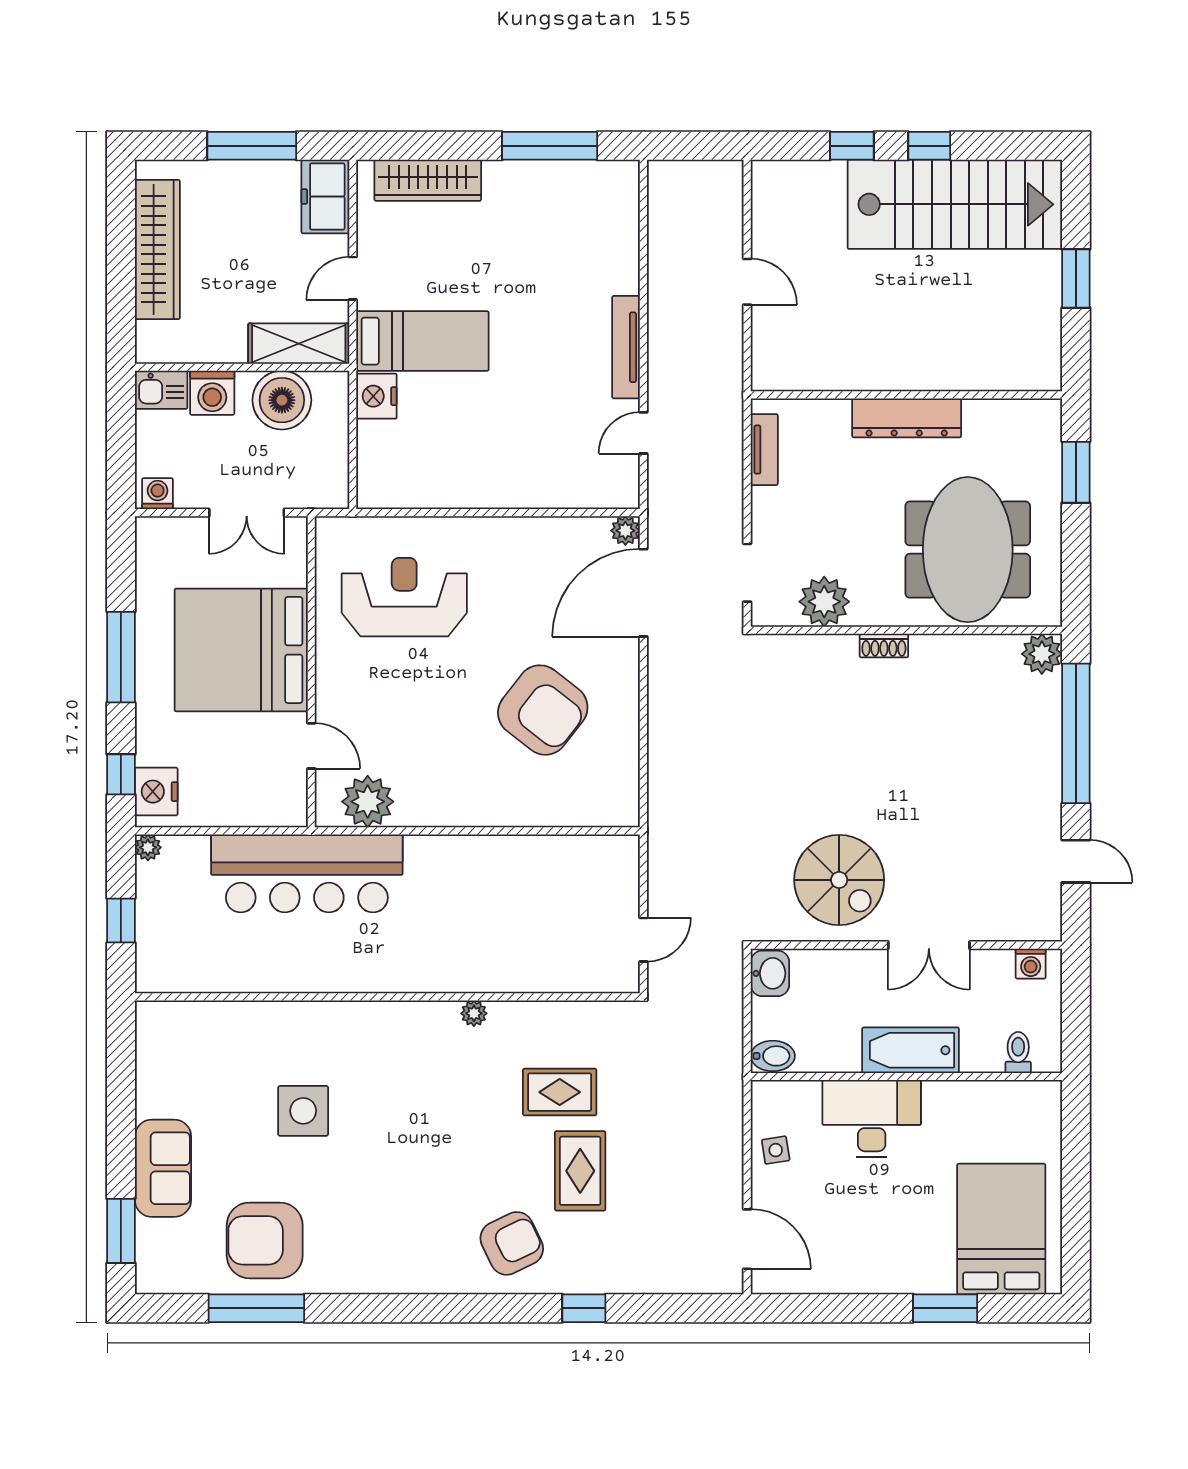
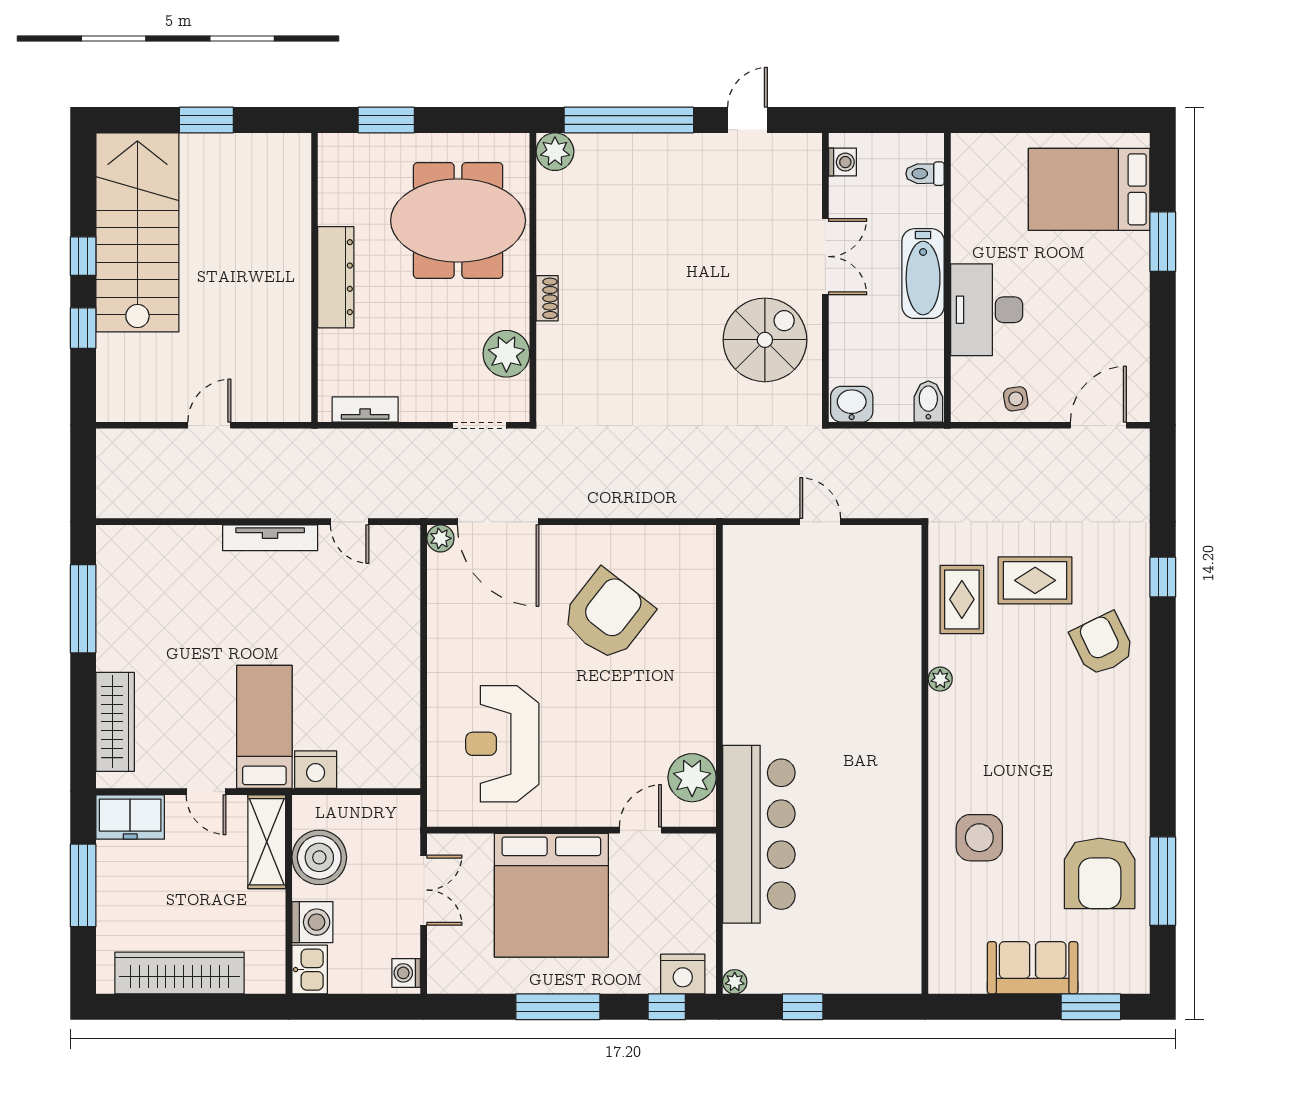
wall: (387, 997) -> (925, 759), moved
plant: (474, 1013) -> (940, 679), moved

